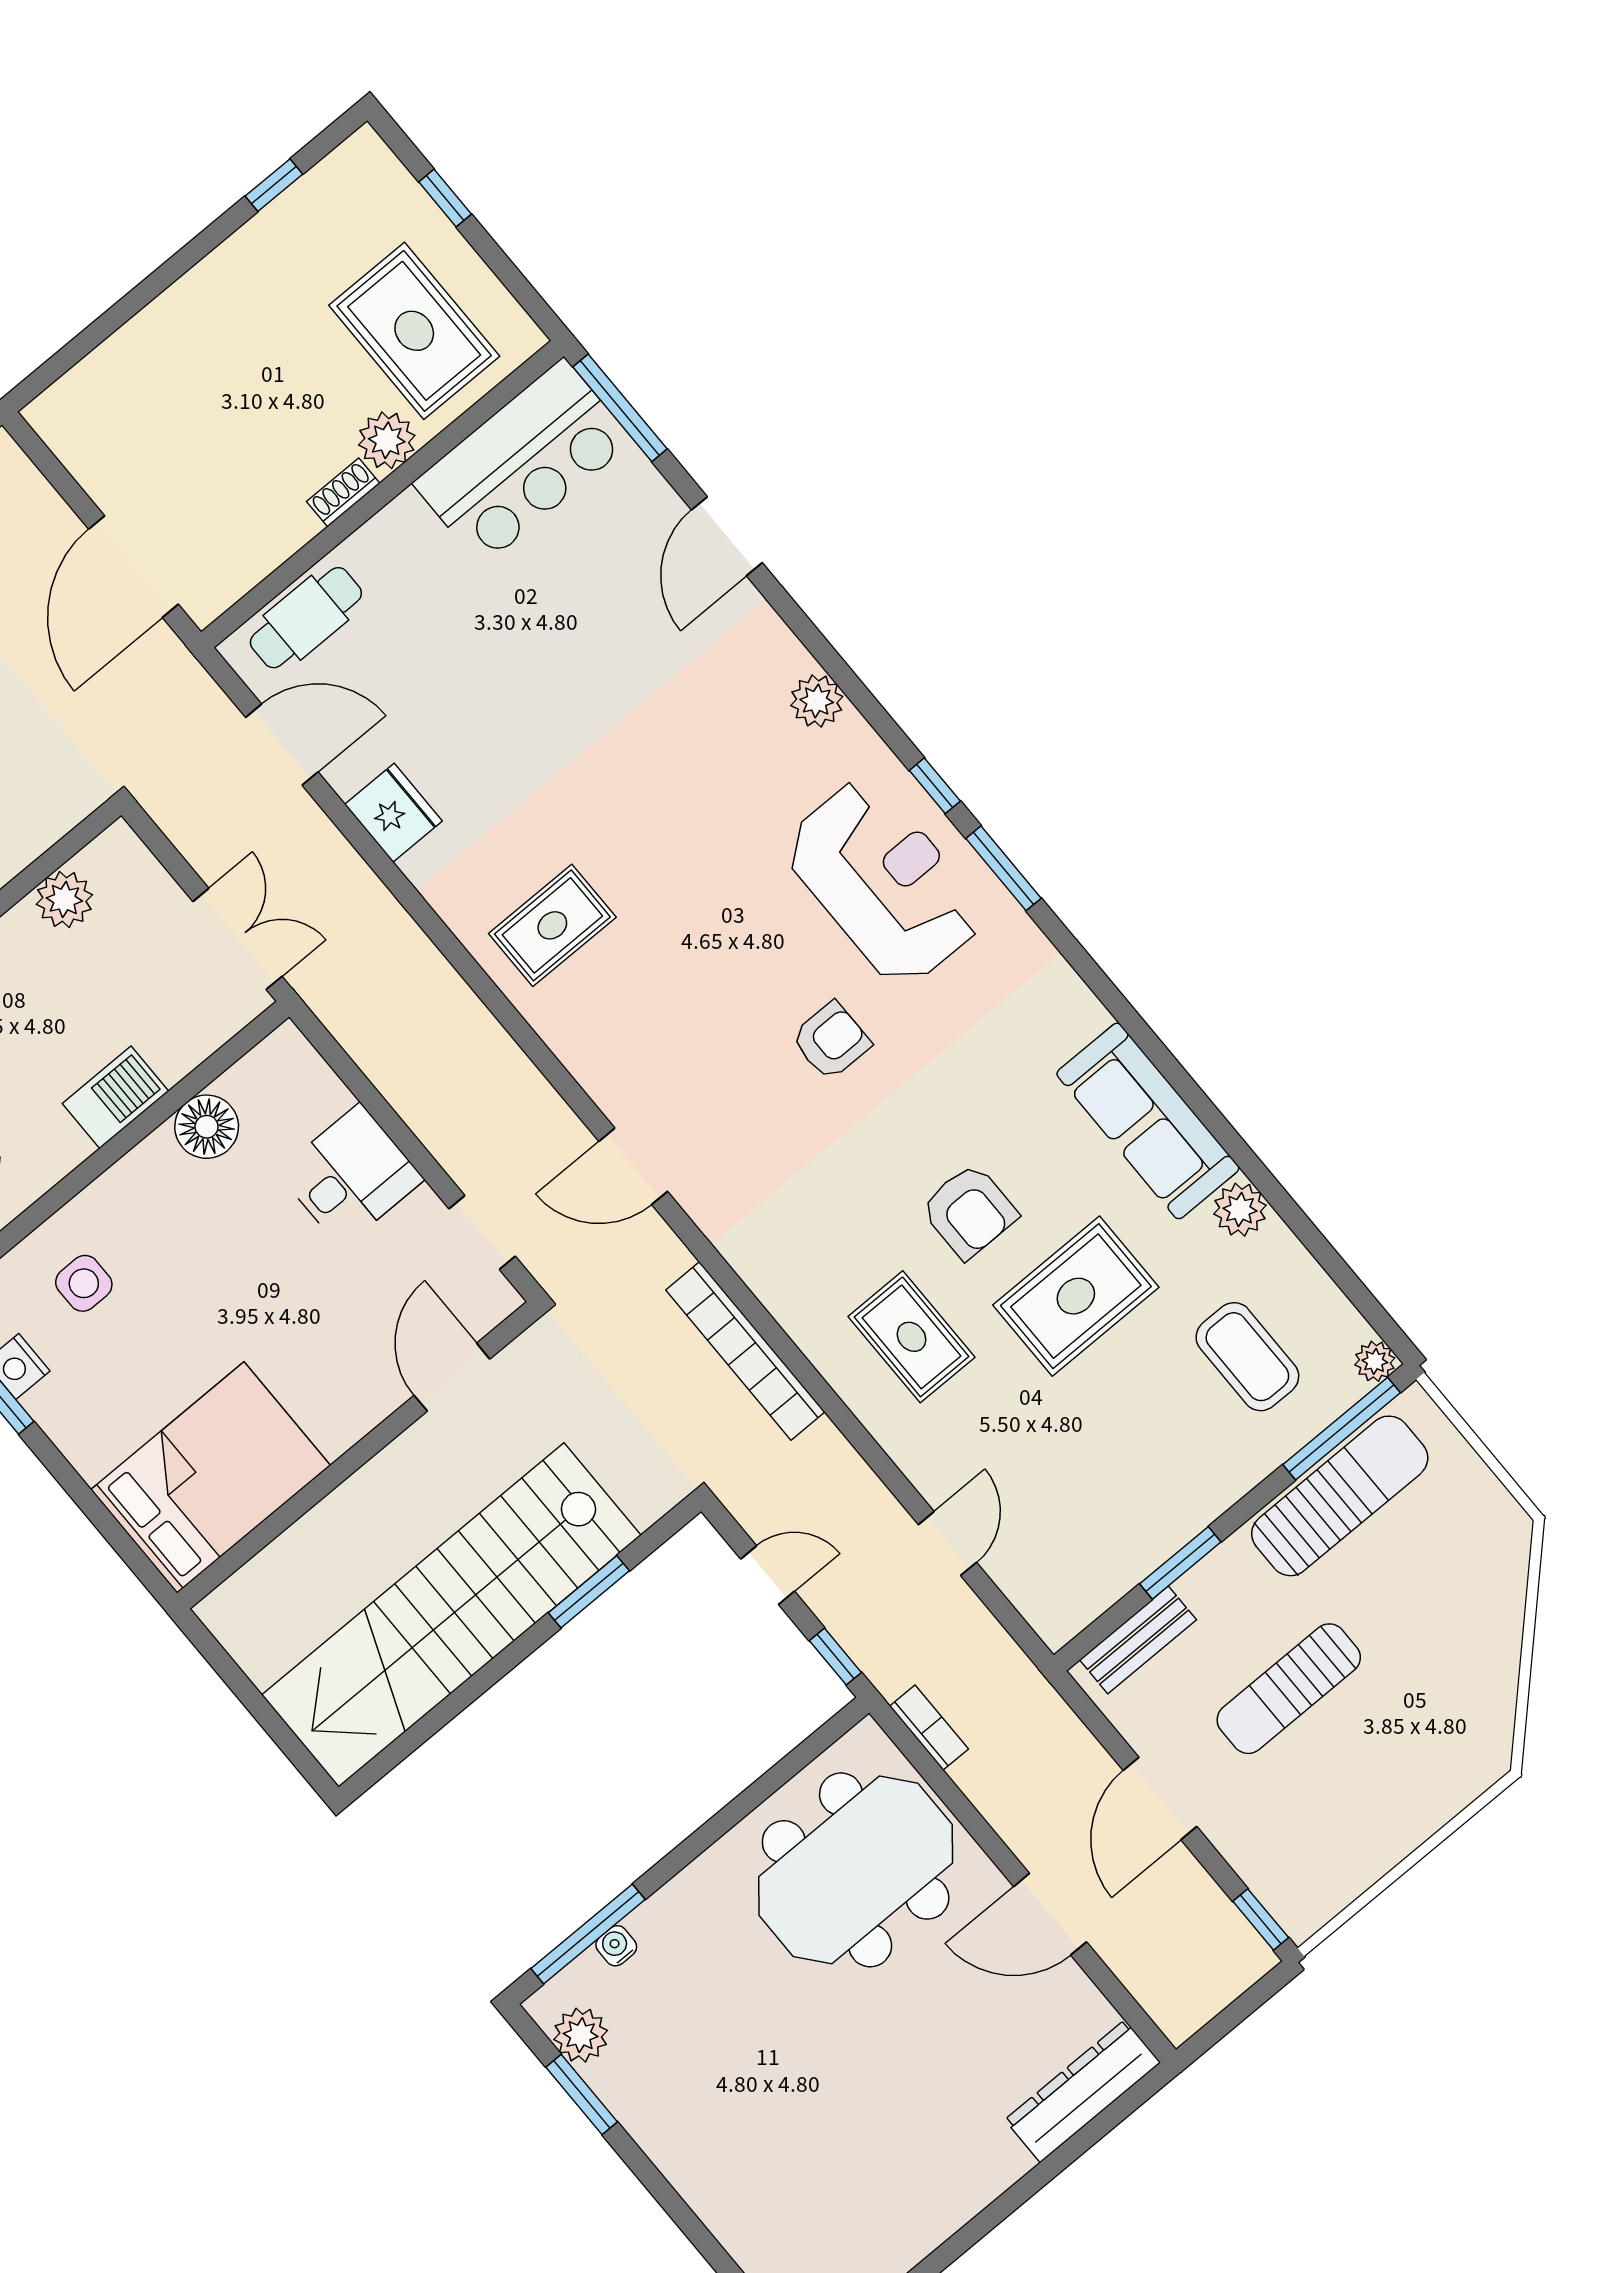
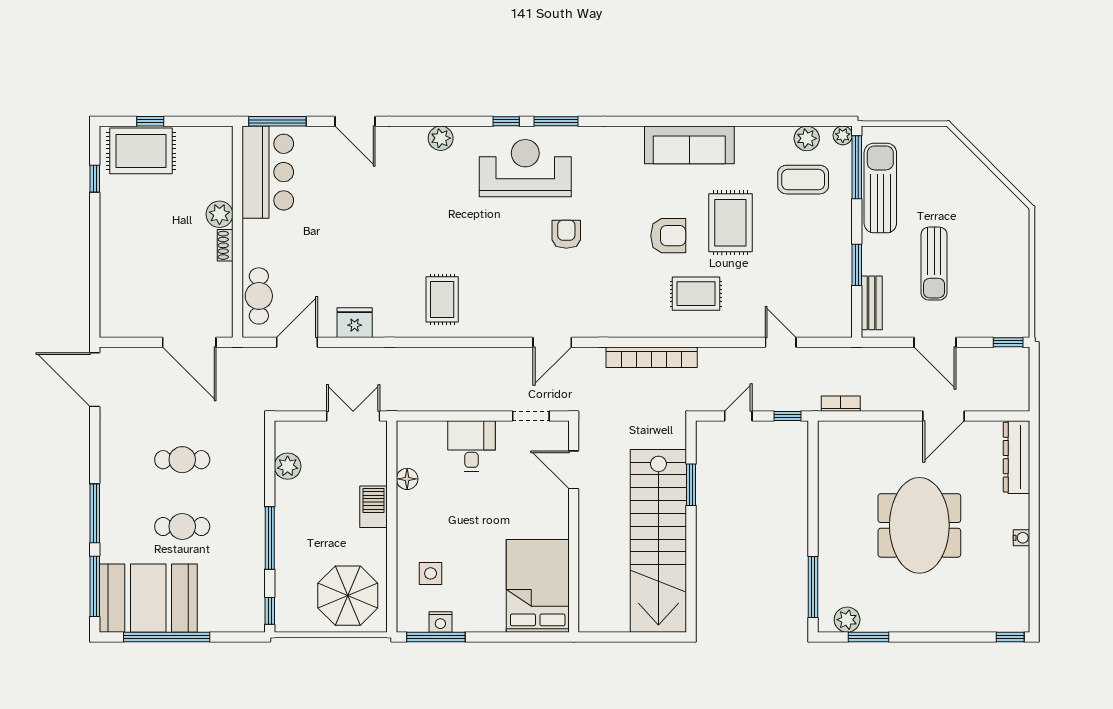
rug: (414, 331) -> (141, 151), moved
floor lamp: (207, 1127) -> (407, 479), width x0.73, depth x0.73
plant: (1240, 1210) -> (807, 138), moved
meeting table: (856, 1870) -> (919, 525), moved
water cooler: (616, 1946) -> (1021, 538), moved, turned 180

